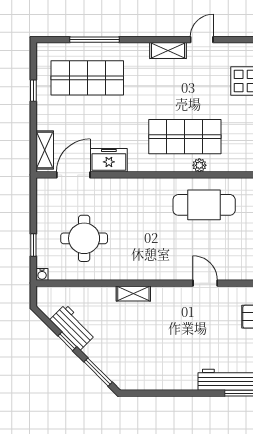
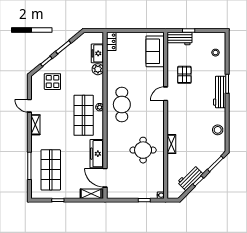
freezer: (109, 160) -> (97, 154), width x1.40
round table: (84, 238) -> (143, 150), moved
door: (205, 283) -> (166, 94), moved
stool: (159, 376) -> (218, 130), added

